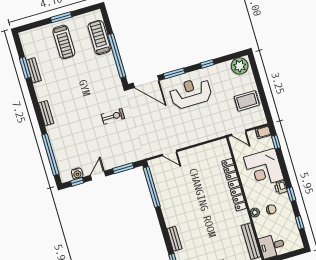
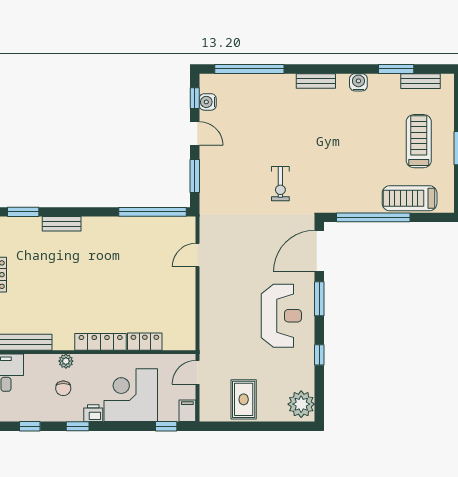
treadmill: (99, 38) -> (410, 198), turned 180
treadmill: (64, 42) -> (419, 141), turned 90
bench: (34, 70) -> (420, 81), moved
water cooler: (40, 88) -> (358, 82), added

